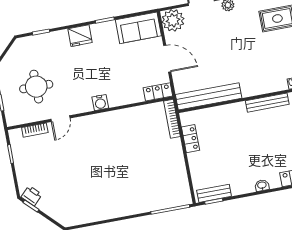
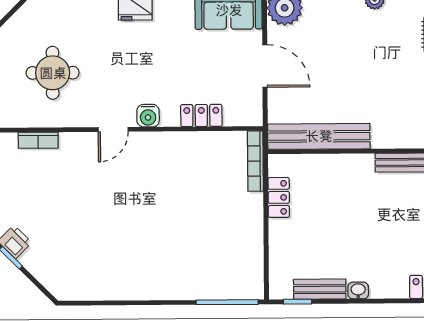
locker: (158, 92) -> (201, 115), moved
door: (60, 119) -> (113, 129), moved
washbasin: (262, 185) -> (358, 291), moved
bench: (214, 193) -> (320, 289), moved

